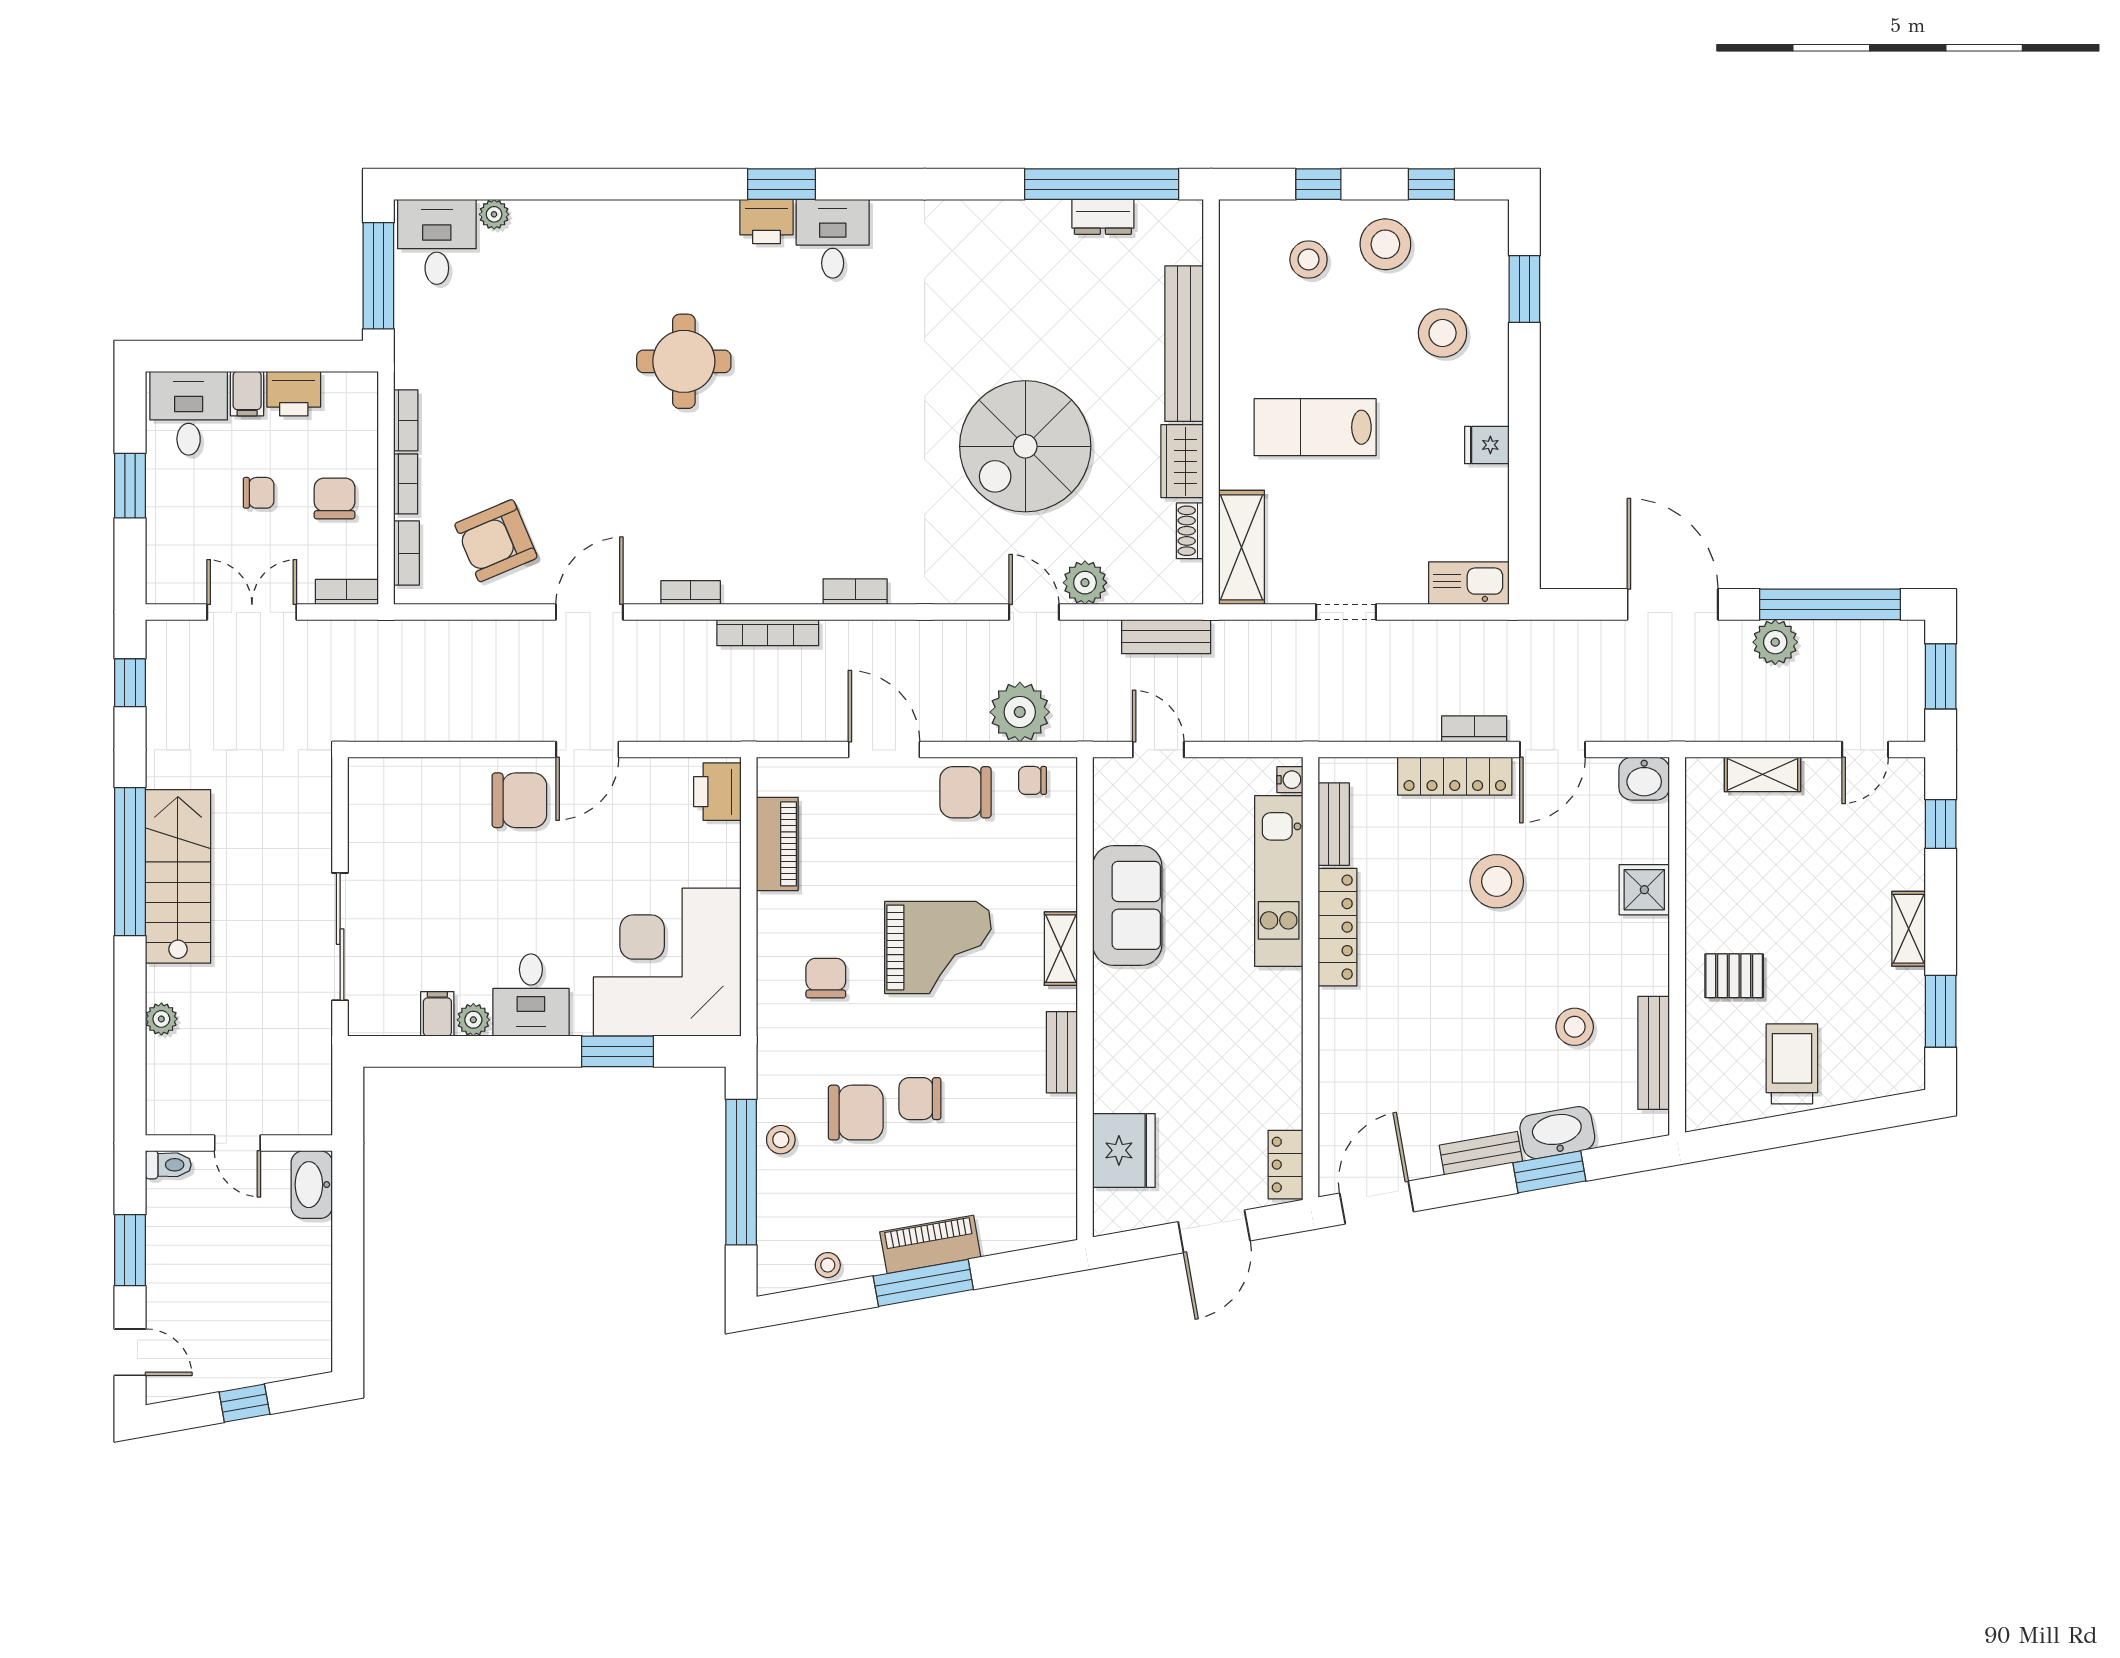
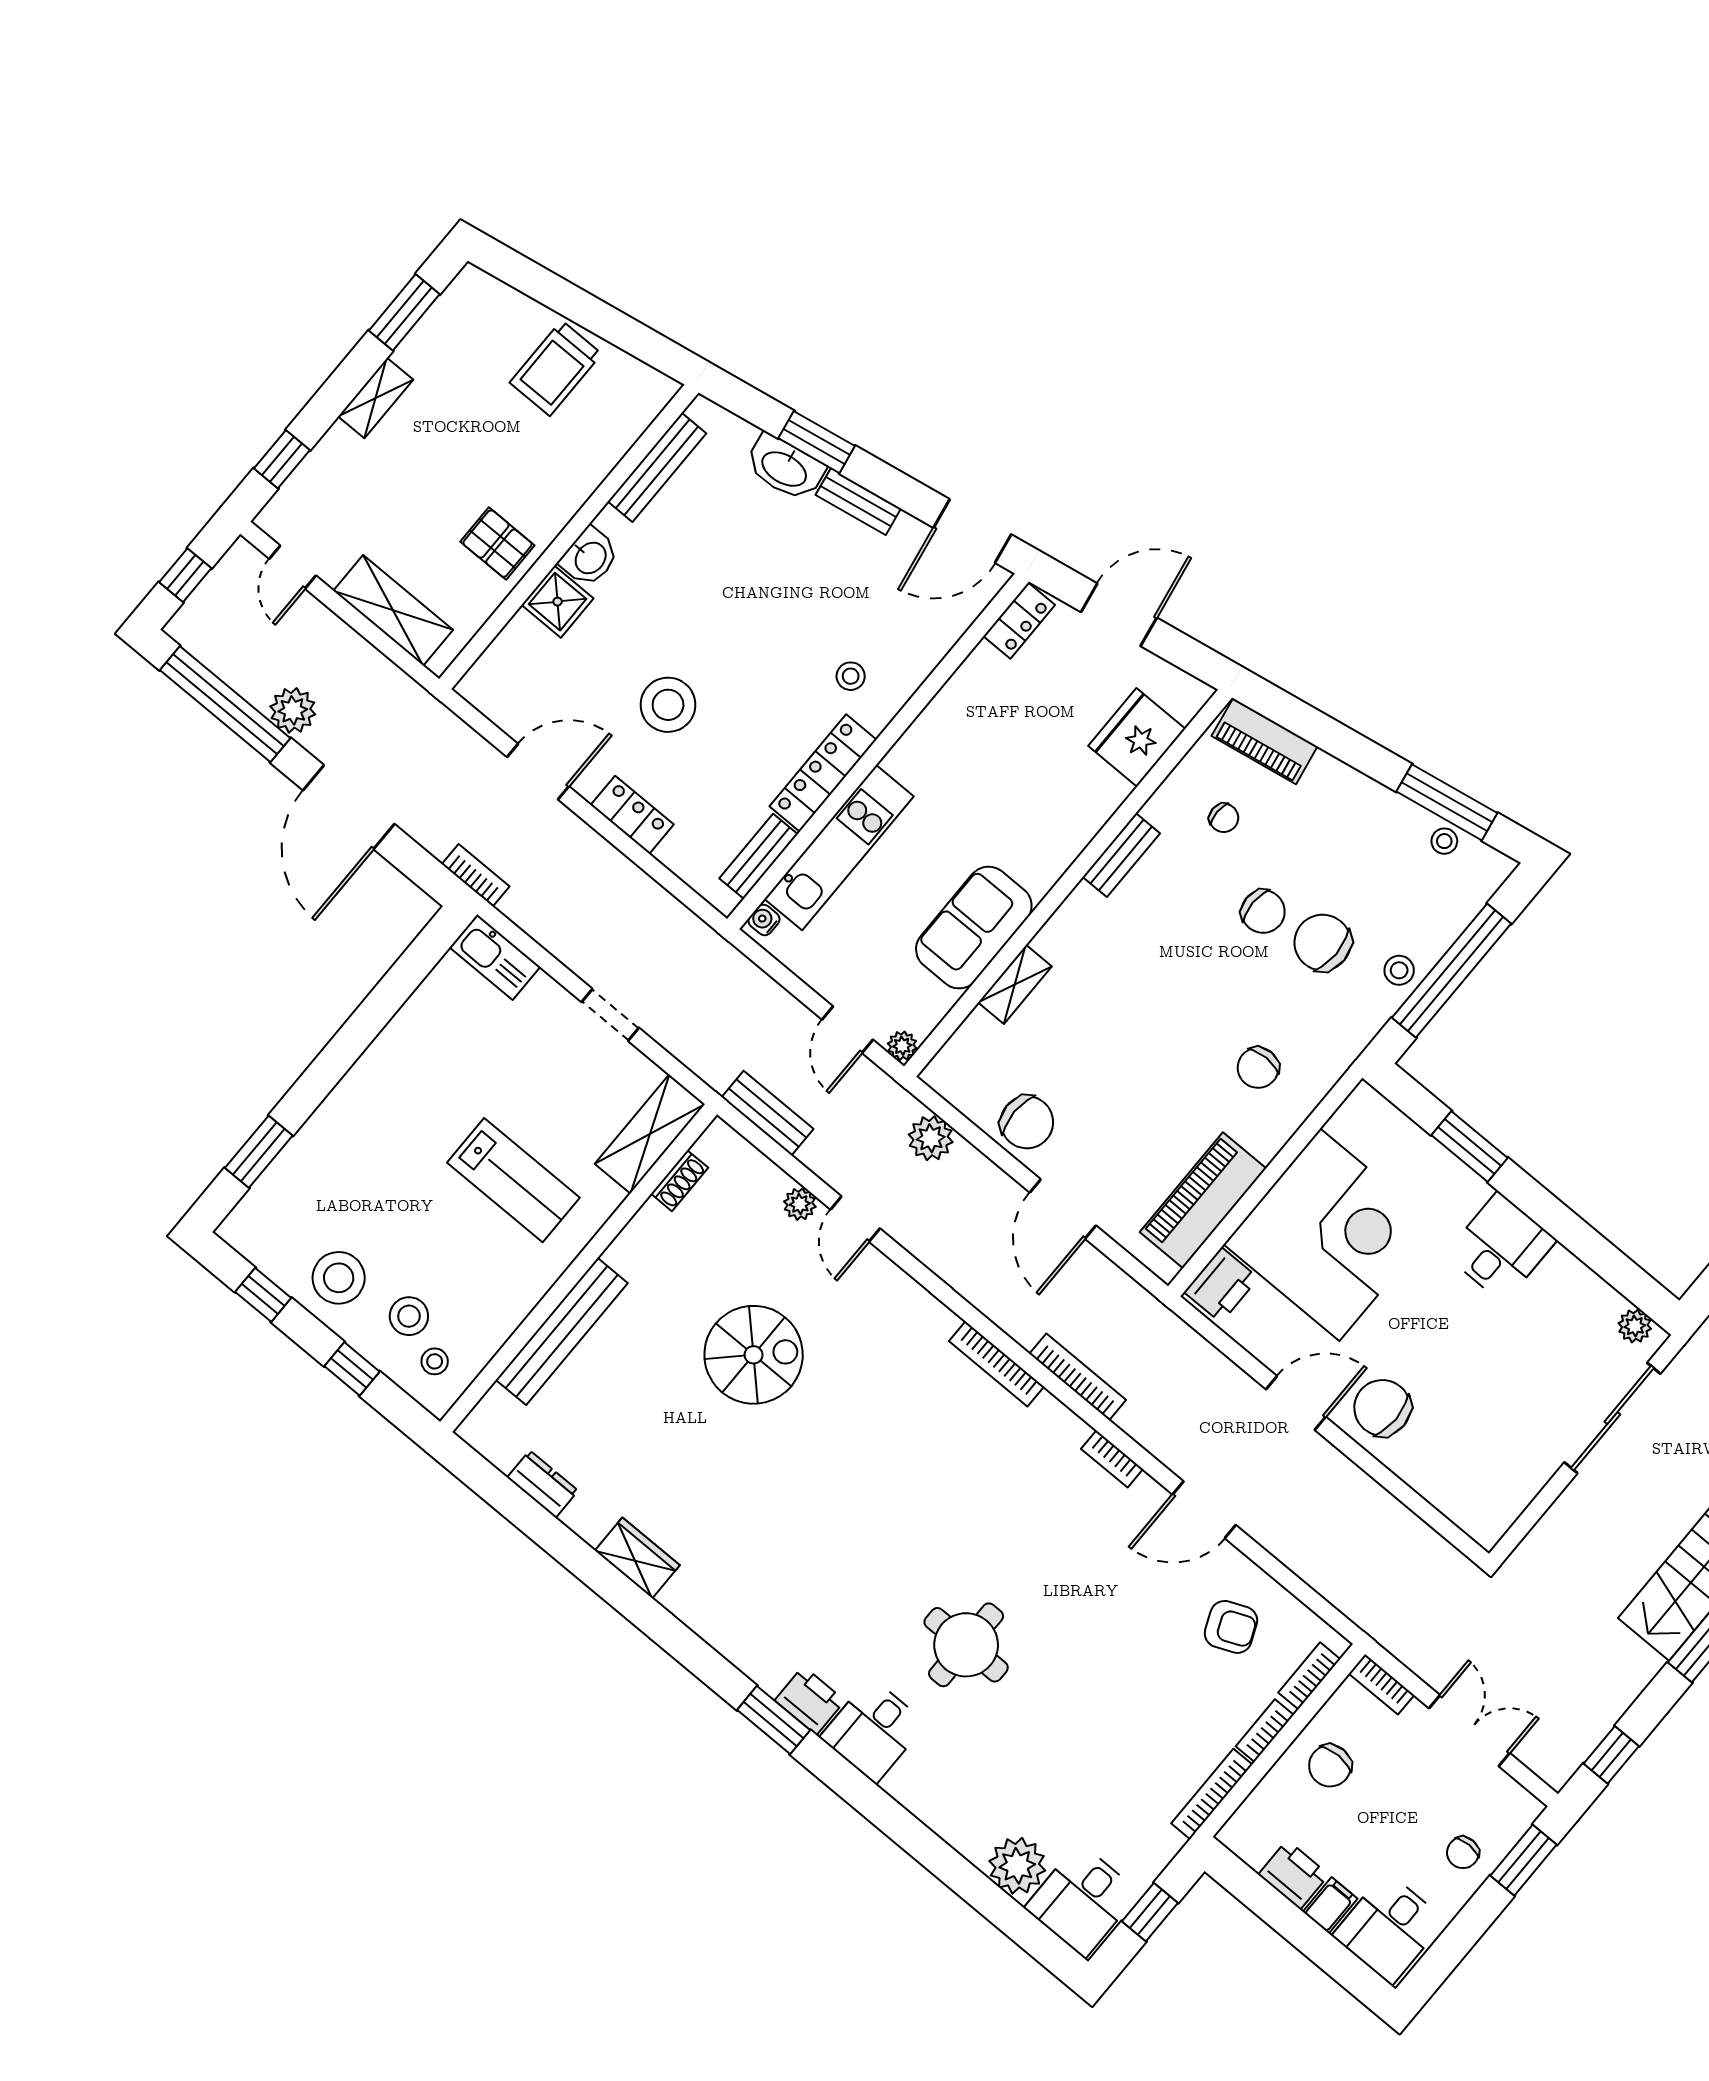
window: (1102, 184) -> (522, 1511), removed
plant: (494, 214) -> (1017, 1866), width x1.88, depth x1.88
desk: (833, 239) -> (873, 1730), moved
window: (378, 276) -> (1150, 1912), width x0.46
stool: (1443, 333) -> (435, 1361), moved, width x0.53, depth x0.53
bookcase: (406, 420) -> (1212, 1794), width x1.56
fridge: (1487, 445) -> (390, 1054), removed
spiral stairs: (1025, 446) -> (754, 1355), width x0.73, depth x0.73
wardrobe: (1182, 461) -> (637, 1558), moved, turned -90
window: (130, 486) -> (1524, 1860), moved
chair: (259, 493) -> (1463, 1853), moved, turned -90
armchair: (496, 541) -> (1231, 1627), width x0.72, depth x0.72
plant: (1085, 583) -> (800, 1204), width x0.73, depth x0.73
bookcase: (855, 592) -> (996, 1364), width x1.56
double door: (252, 612) -> (1469, 1731), swing flipped
window: (1941, 676) -> (185, 575), width x0.67
plant: (1020, 712) -> (931, 1138), width x0.73, depth x0.73
bookcase: (1474, 729) -> (476, 875), moved, turned 180
door: (1865, 750) -> (293, 567), swing flipped
plant: (1107, 772) -> (902, 1046), added
shelving: (1762, 774) -> (393, 610), width x1.50, depth x1.33
locker: (1455, 776) -> (632, 815), width x0.66
washbasin: (1644, 779) -> (590, 557), moved, turned 90
chair: (1032, 780) -> (1224, 818), moved
piano: (777, 844) -> (1203, 1200), width x1.37, depth x1.33
grand piano: (938, 947) -> (1150, 1018), removed
shelving: (1061, 949) -> (1015, 984), moved
corner desk: (667, 962) -> (1330, 1235), moved, turned -90
pallet: (1734, 976) -> (497, 544), moved
filing cabinet: (437, 1014) -> (1587, 1294), removed
plant: (473, 1020) -> (1635, 1326), moved
stool: (1575, 1027) -> (851, 676), moved, width x0.73, depth x0.73
piano: (930, 1244) -> (1265, 741), moved
window: (923, 1283) -> (1447, 802), moved

